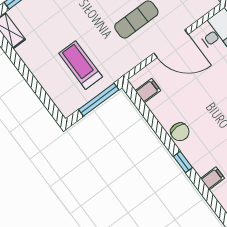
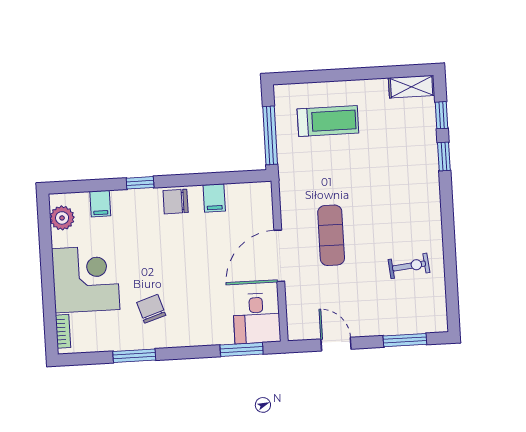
treadmill: (81, 65) -> (328, 121), moved
filing cabinet: (148, 91) -> (214, 198), moved

